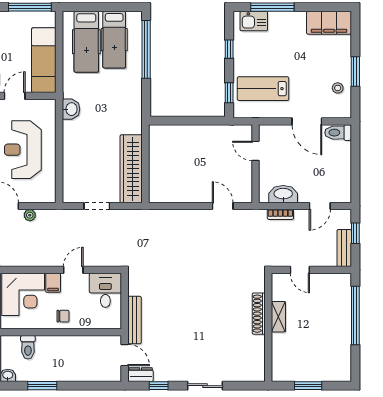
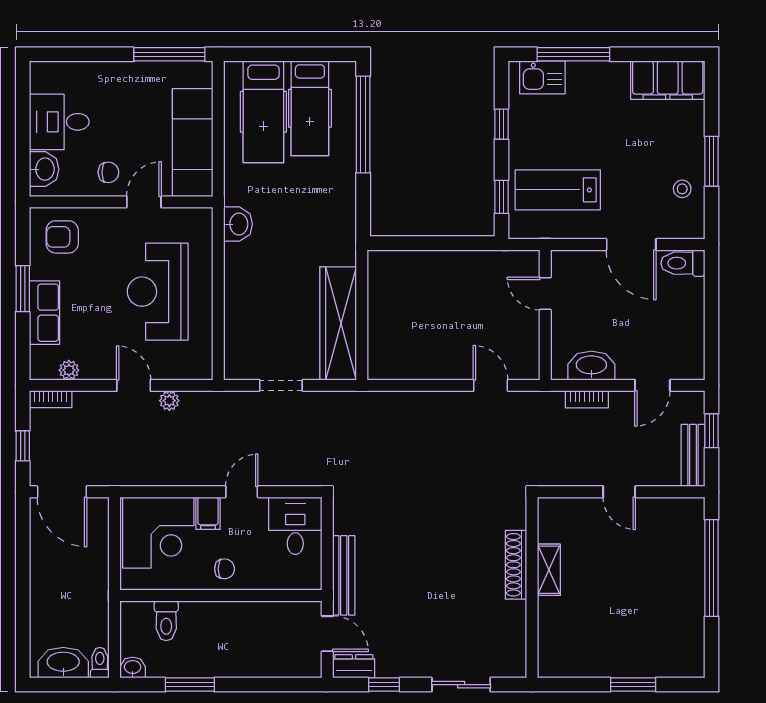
shoe rack: (259, 314) -> (516, 565), moved
shelving: (278, 317) -> (549, 570), moved
wall: (268, 327) -> (532, 588), moved

